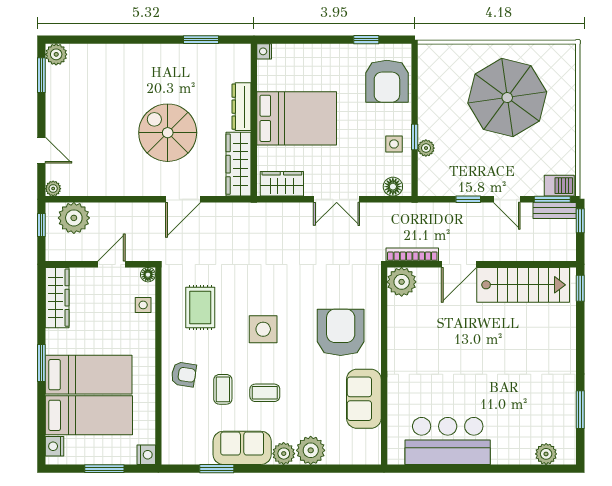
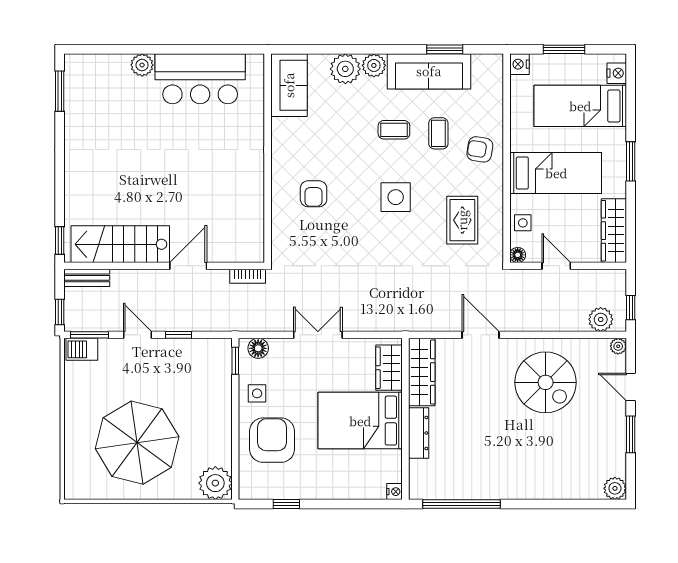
window: (201, 40) -> (461, 504), width x2.11
window: (41, 75) -> (631, 434), moved
armchair: (387, 81) -> (272, 440), moved
spiral stairs: (168, 133) -> (546, 382), moved
window: (415, 137) -> (235, 361), moved
plant: (426, 148) -> (215, 483), moved, width x1.88, depth x1.88
wardrobe: (282, 184) -> (389, 368), moved, turned 90
door: (183, 199) -> (480, 335), hinge flipped
bench: (555, 210) -> (87, 278), moved
plant: (74, 218) -> (601, 319), width x0.73, depth x0.73
bookcase: (412, 255) -> (248, 276), width x0.64
door: (112, 264) -> (556, 266), swing flipped
plant: (402, 282) -> (249, 247), removed
armchair: (341, 332) -> (314, 194), width x0.53, depth x0.53
bed: (89, 375) -> (556, 173), moved, turned 180
sofa: (364, 399) -> (289, 85), moved
window: (580, 410) -> (60, 91), moved
sofa: (242, 448) -> (429, 71), width x1.36
plant: (546, 454) -> (142, 65), moved

